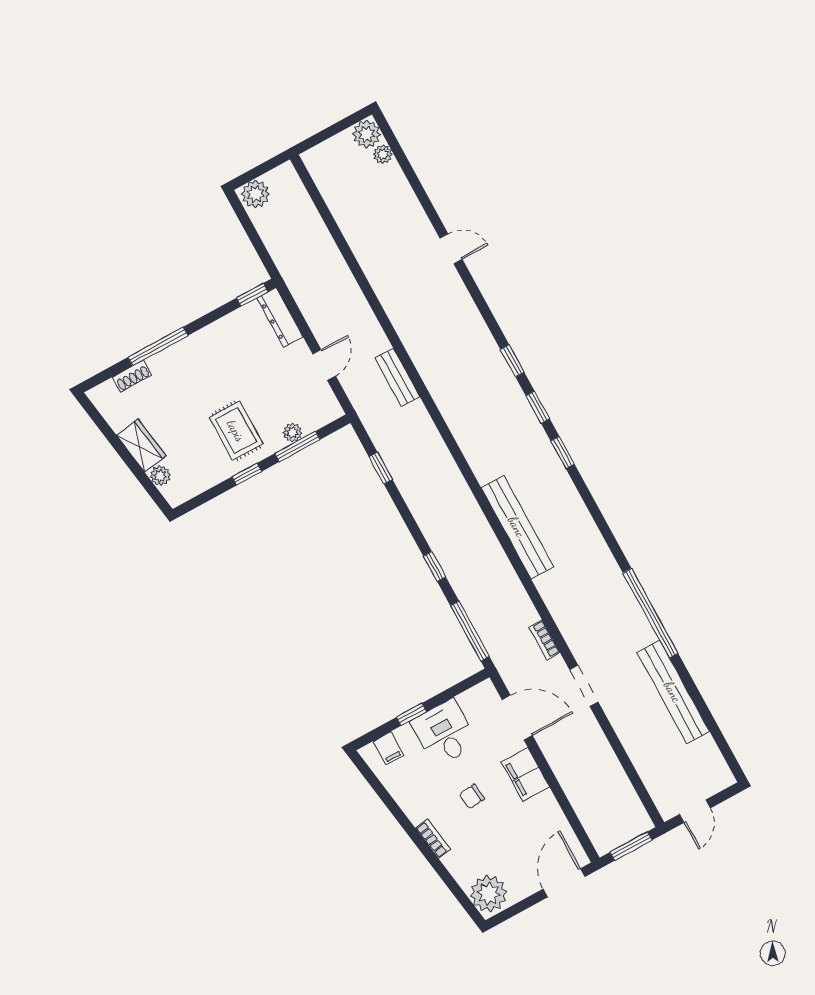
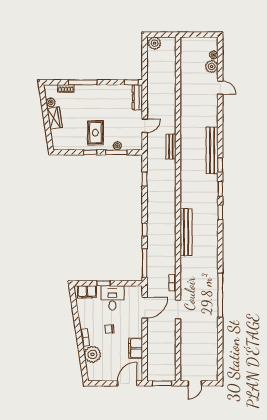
plant: (367, 134) -> (212, 67), moved
door: (451, 249) -> (220, 88), moved
plant: (160, 476) -> (51, 102), moved
bench: (673, 692) -> (212, 150), moved
door: (517, 718) -> (145, 308), hinge flipped
filing cabinet: (389, 748) -> (87, 292), width x2.00
filing cabinet: (526, 774) -> (136, 348), moved
plant: (489, 894) -> (92, 354), moved

